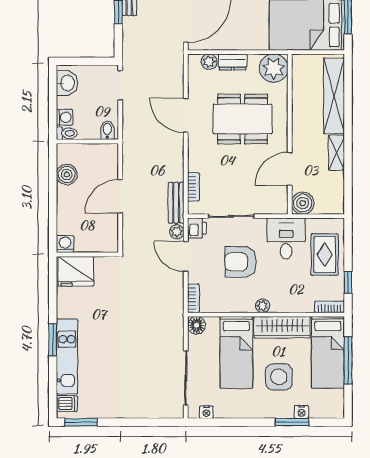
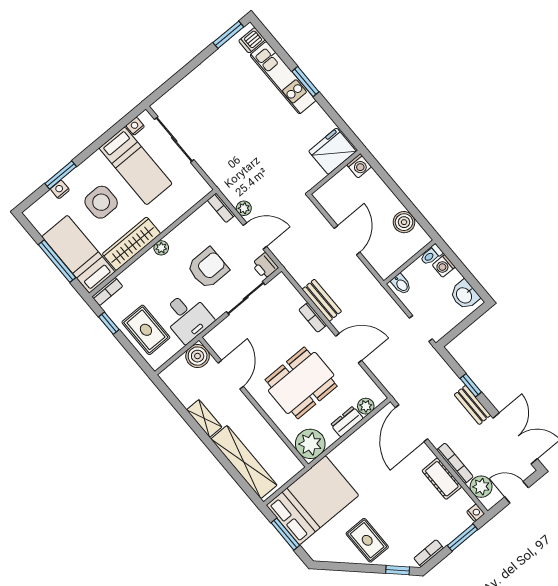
bookcase: (193, 187) -> (313, 317), moved
bench: (176, 203) -> (322, 300), moved
plant: (177, 232) -> (244, 208), moved
floor lamp: (197, 325) -> (201, 188), removed
bed: (236, 352) -> (136, 166), moved, turned 180

